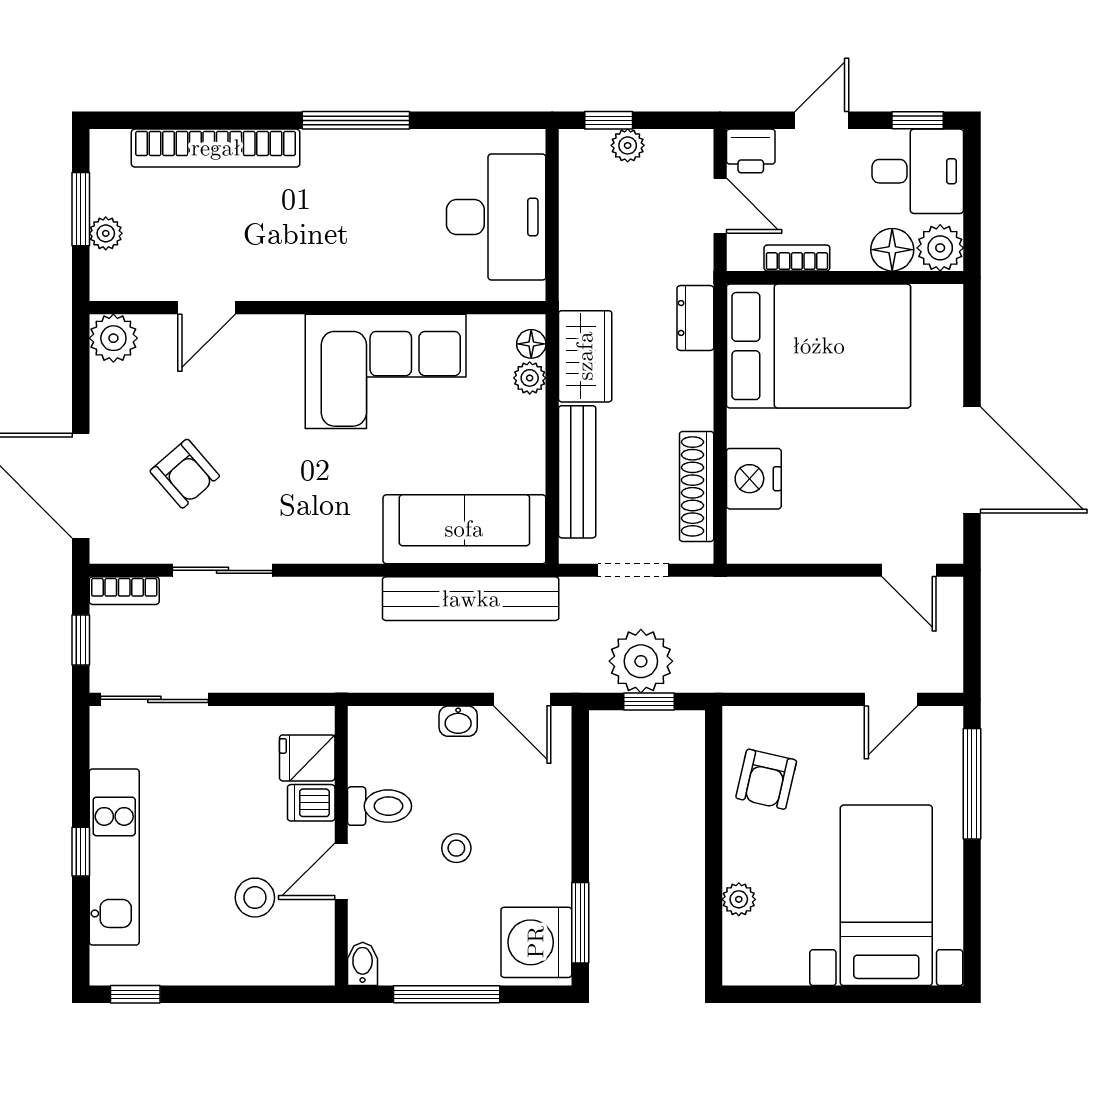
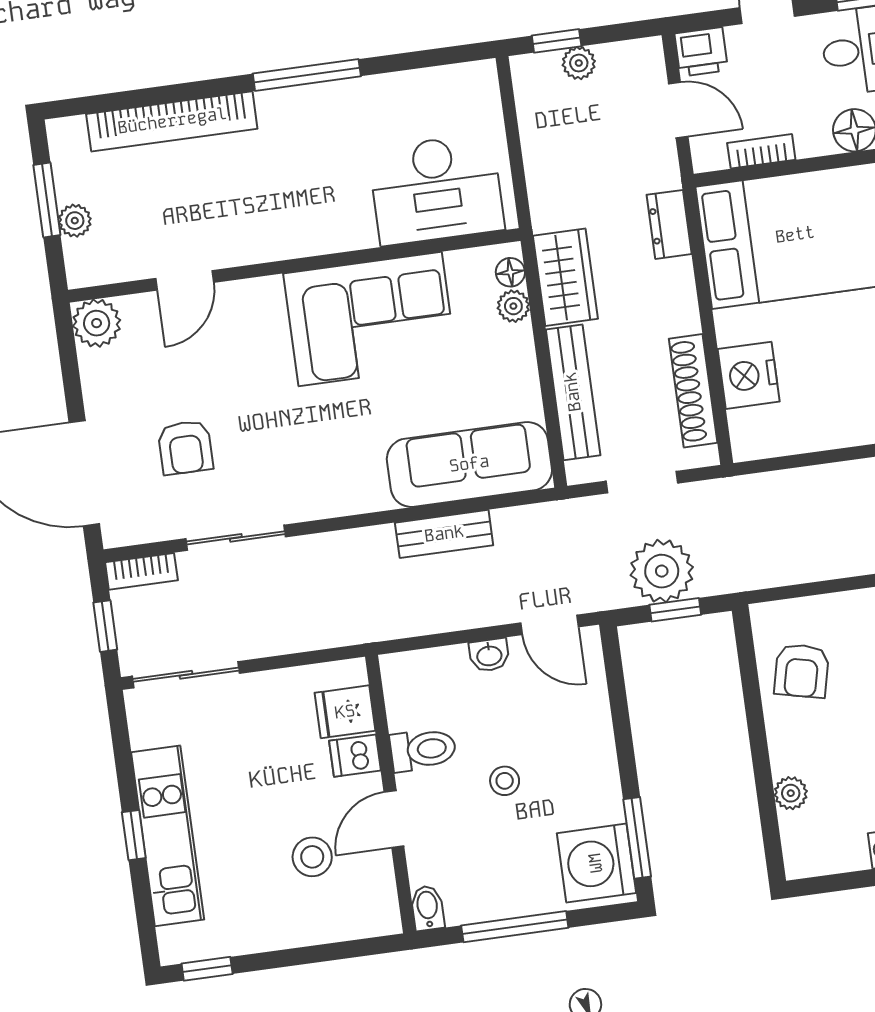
desk: (496, 217) -> (436, 189), moved, turned 90
armchair: (185, 474) -> (185, 447), turned 41
bench: (471, 599) -> (444, 534), width x0.54, depth x0.82

